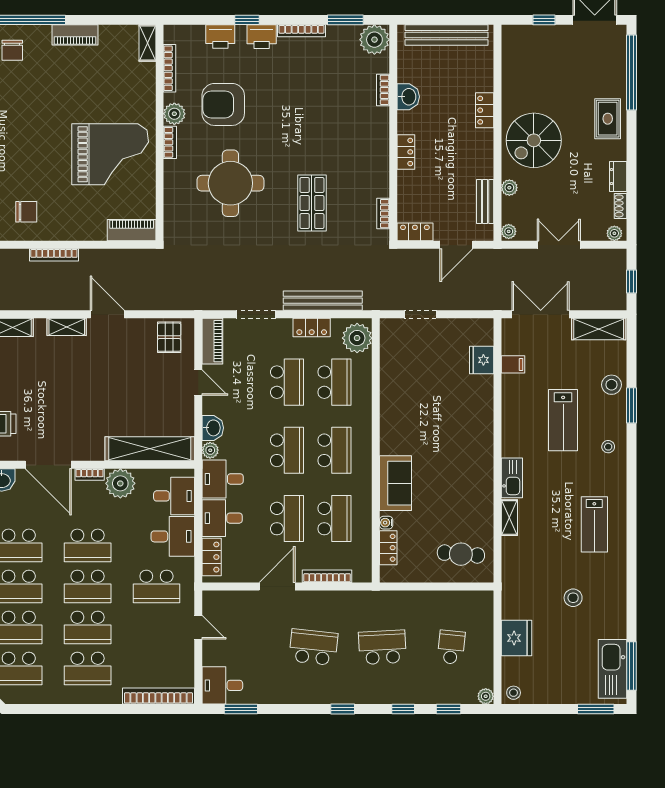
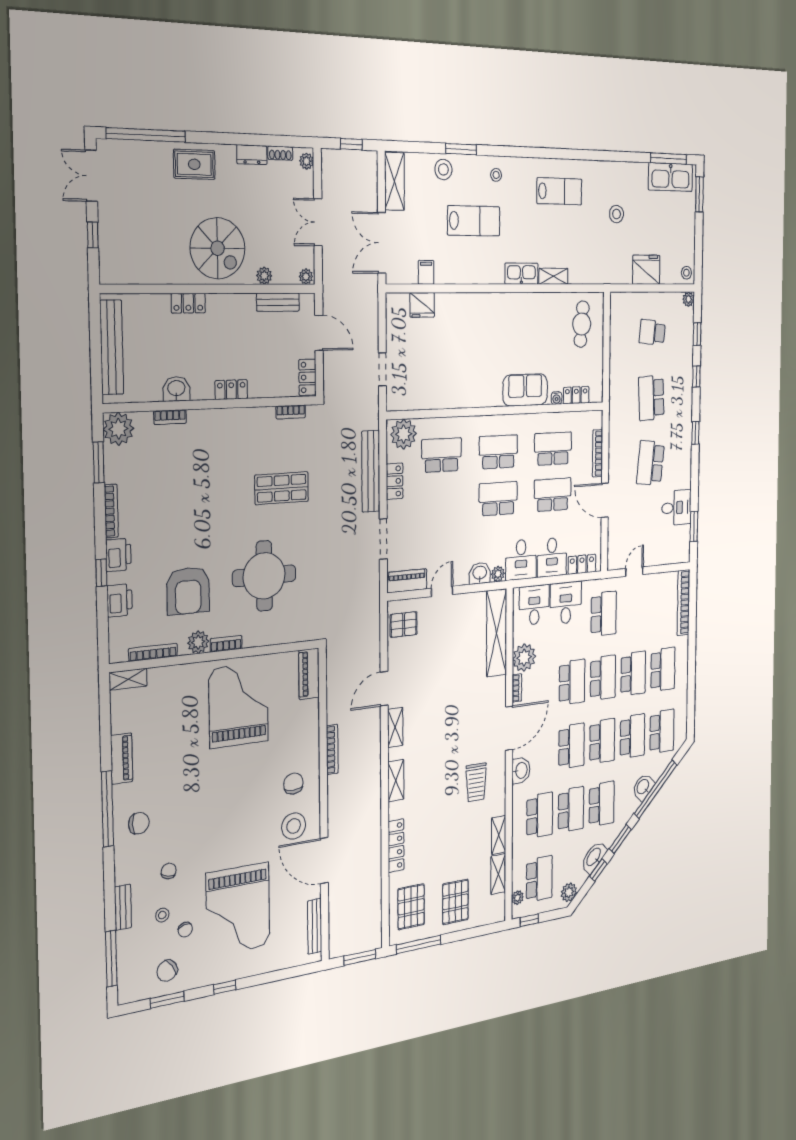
school desk: (287, 382) -> (442, 503), removed
desk: (222, 685) -> (676, 508), moved, turned -90

